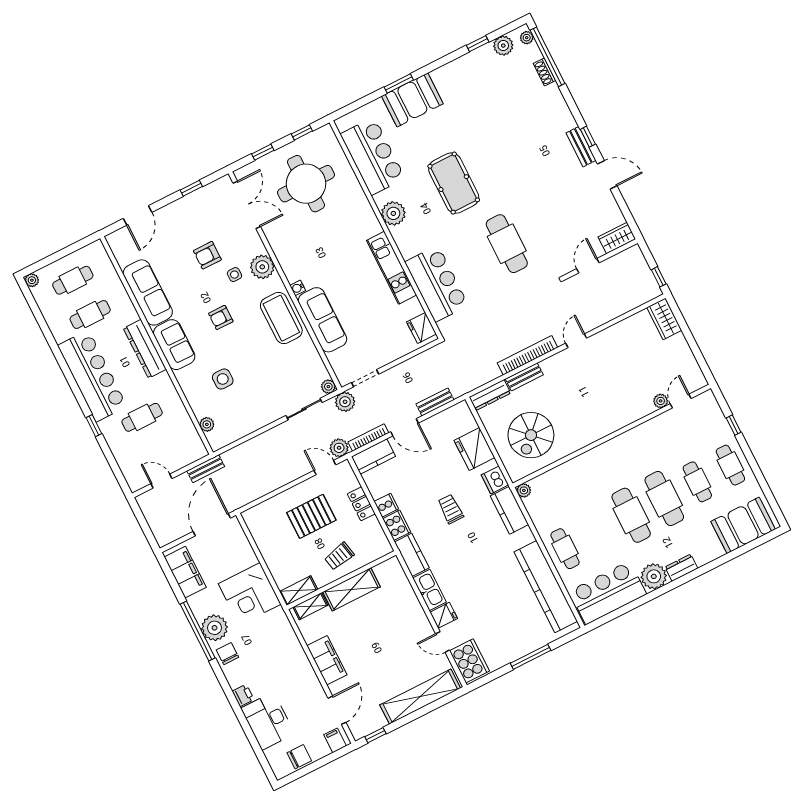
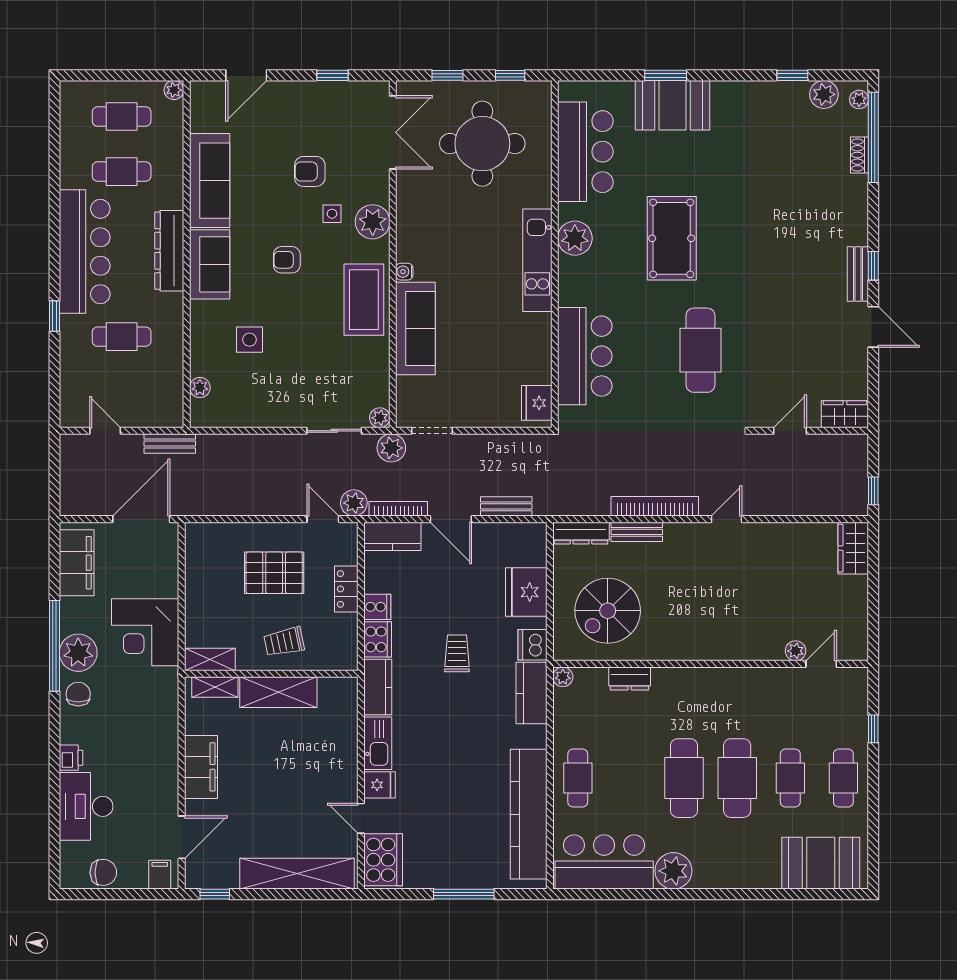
kitchen unit: (391, 268) -> (537, 260), moved
plant: (32, 280) -> (174, 90), moved
dresser: (681, 568) -> (630, 679), moved, turned 180

